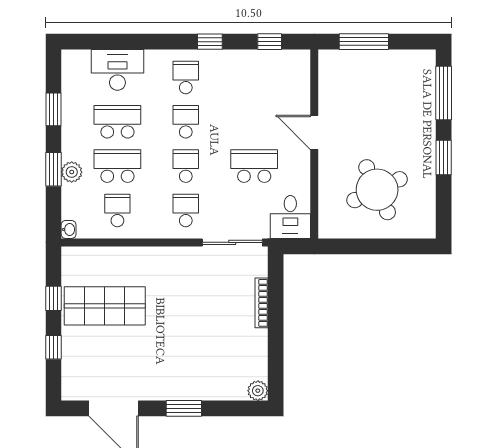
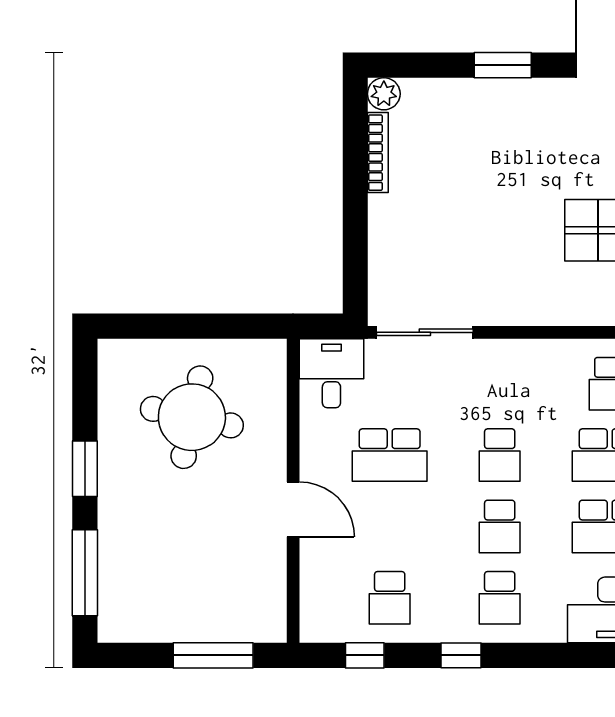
round table: (377, 190) -> (192, 417), turned 37
school desk: (186, 210) -> (390, 598), moved
bookcase: (261, 303) -> (378, 153), moved

